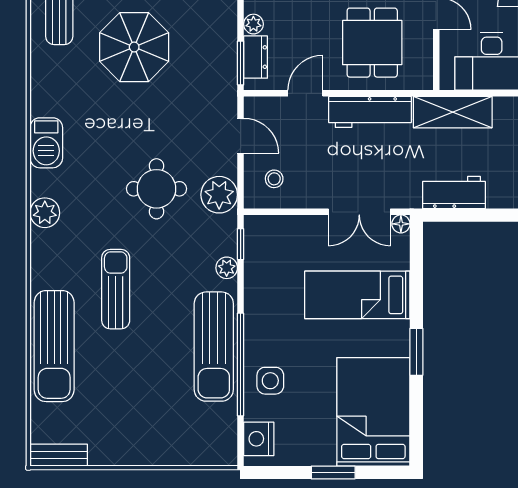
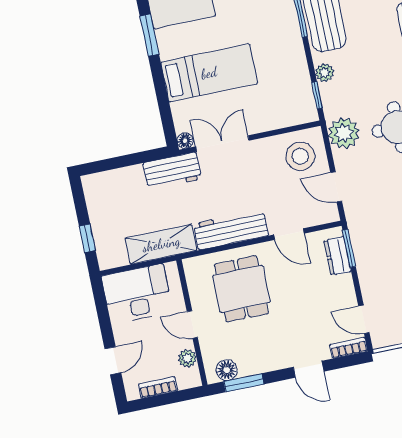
plant: (253, 24) -> (345, 283), removed
door: (305, 93) -> (289, 234), hinge flipped
stool: (274, 179) -> (300, 156), width x1.89, depth x1.89
workbench: (454, 192) -> (172, 171), moved

